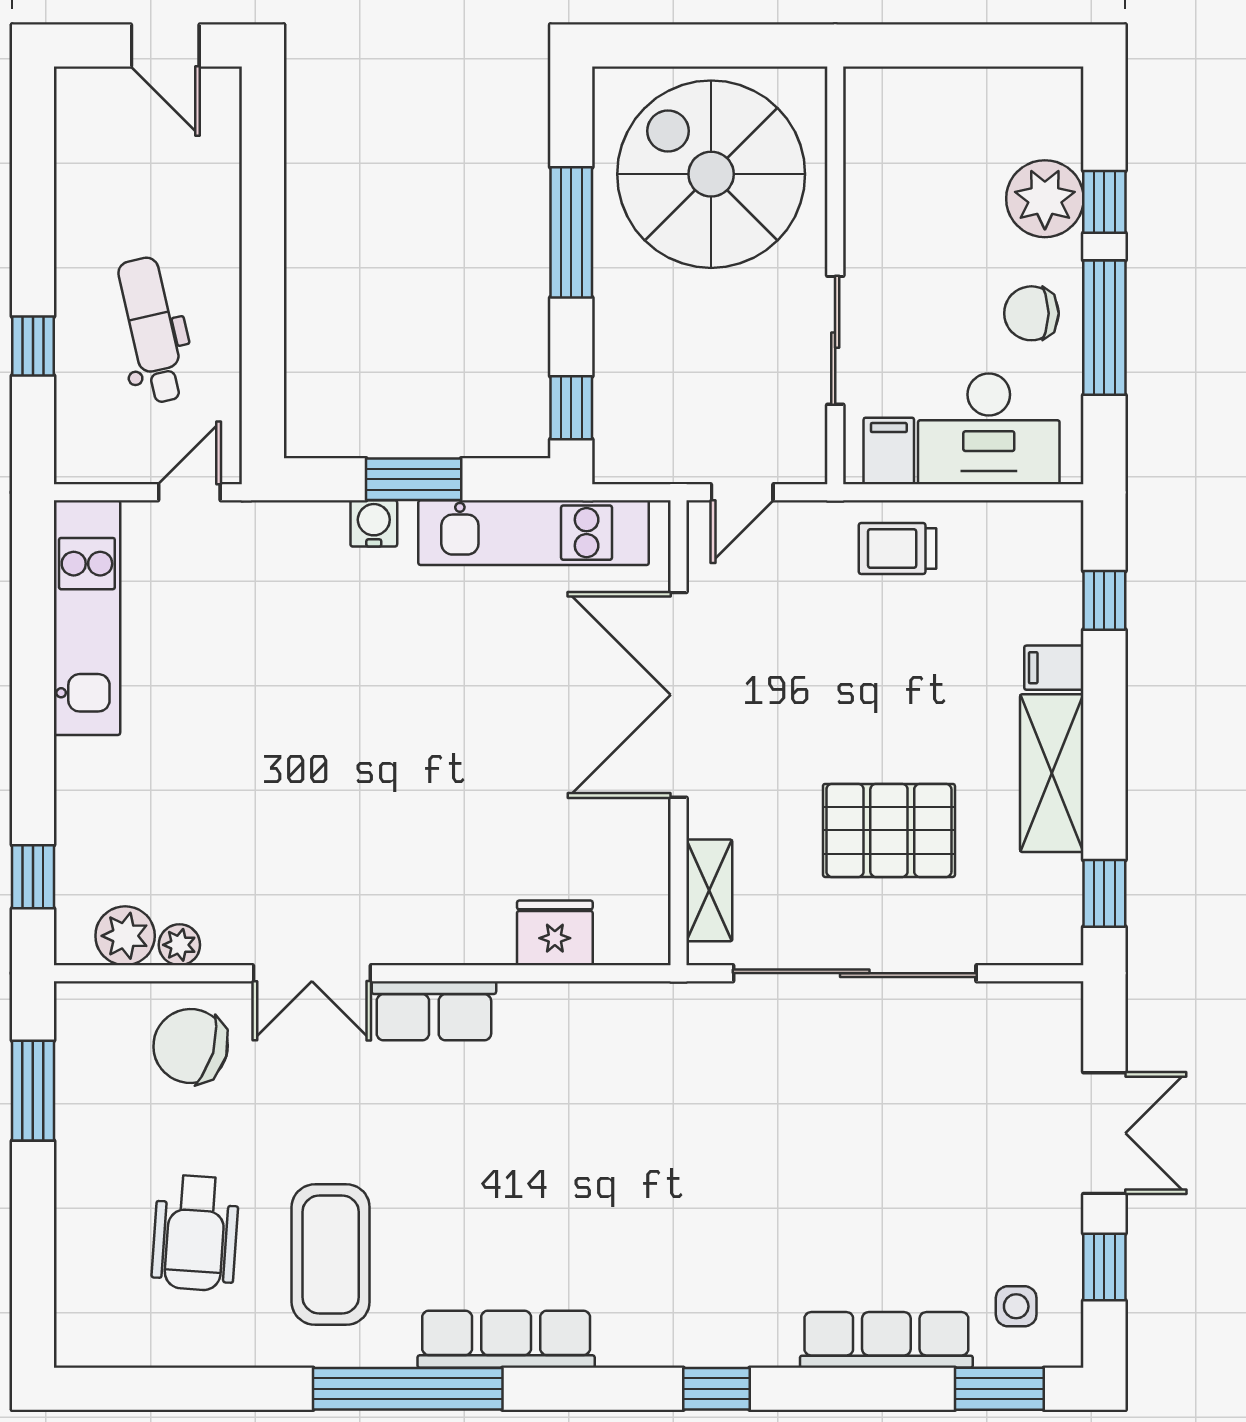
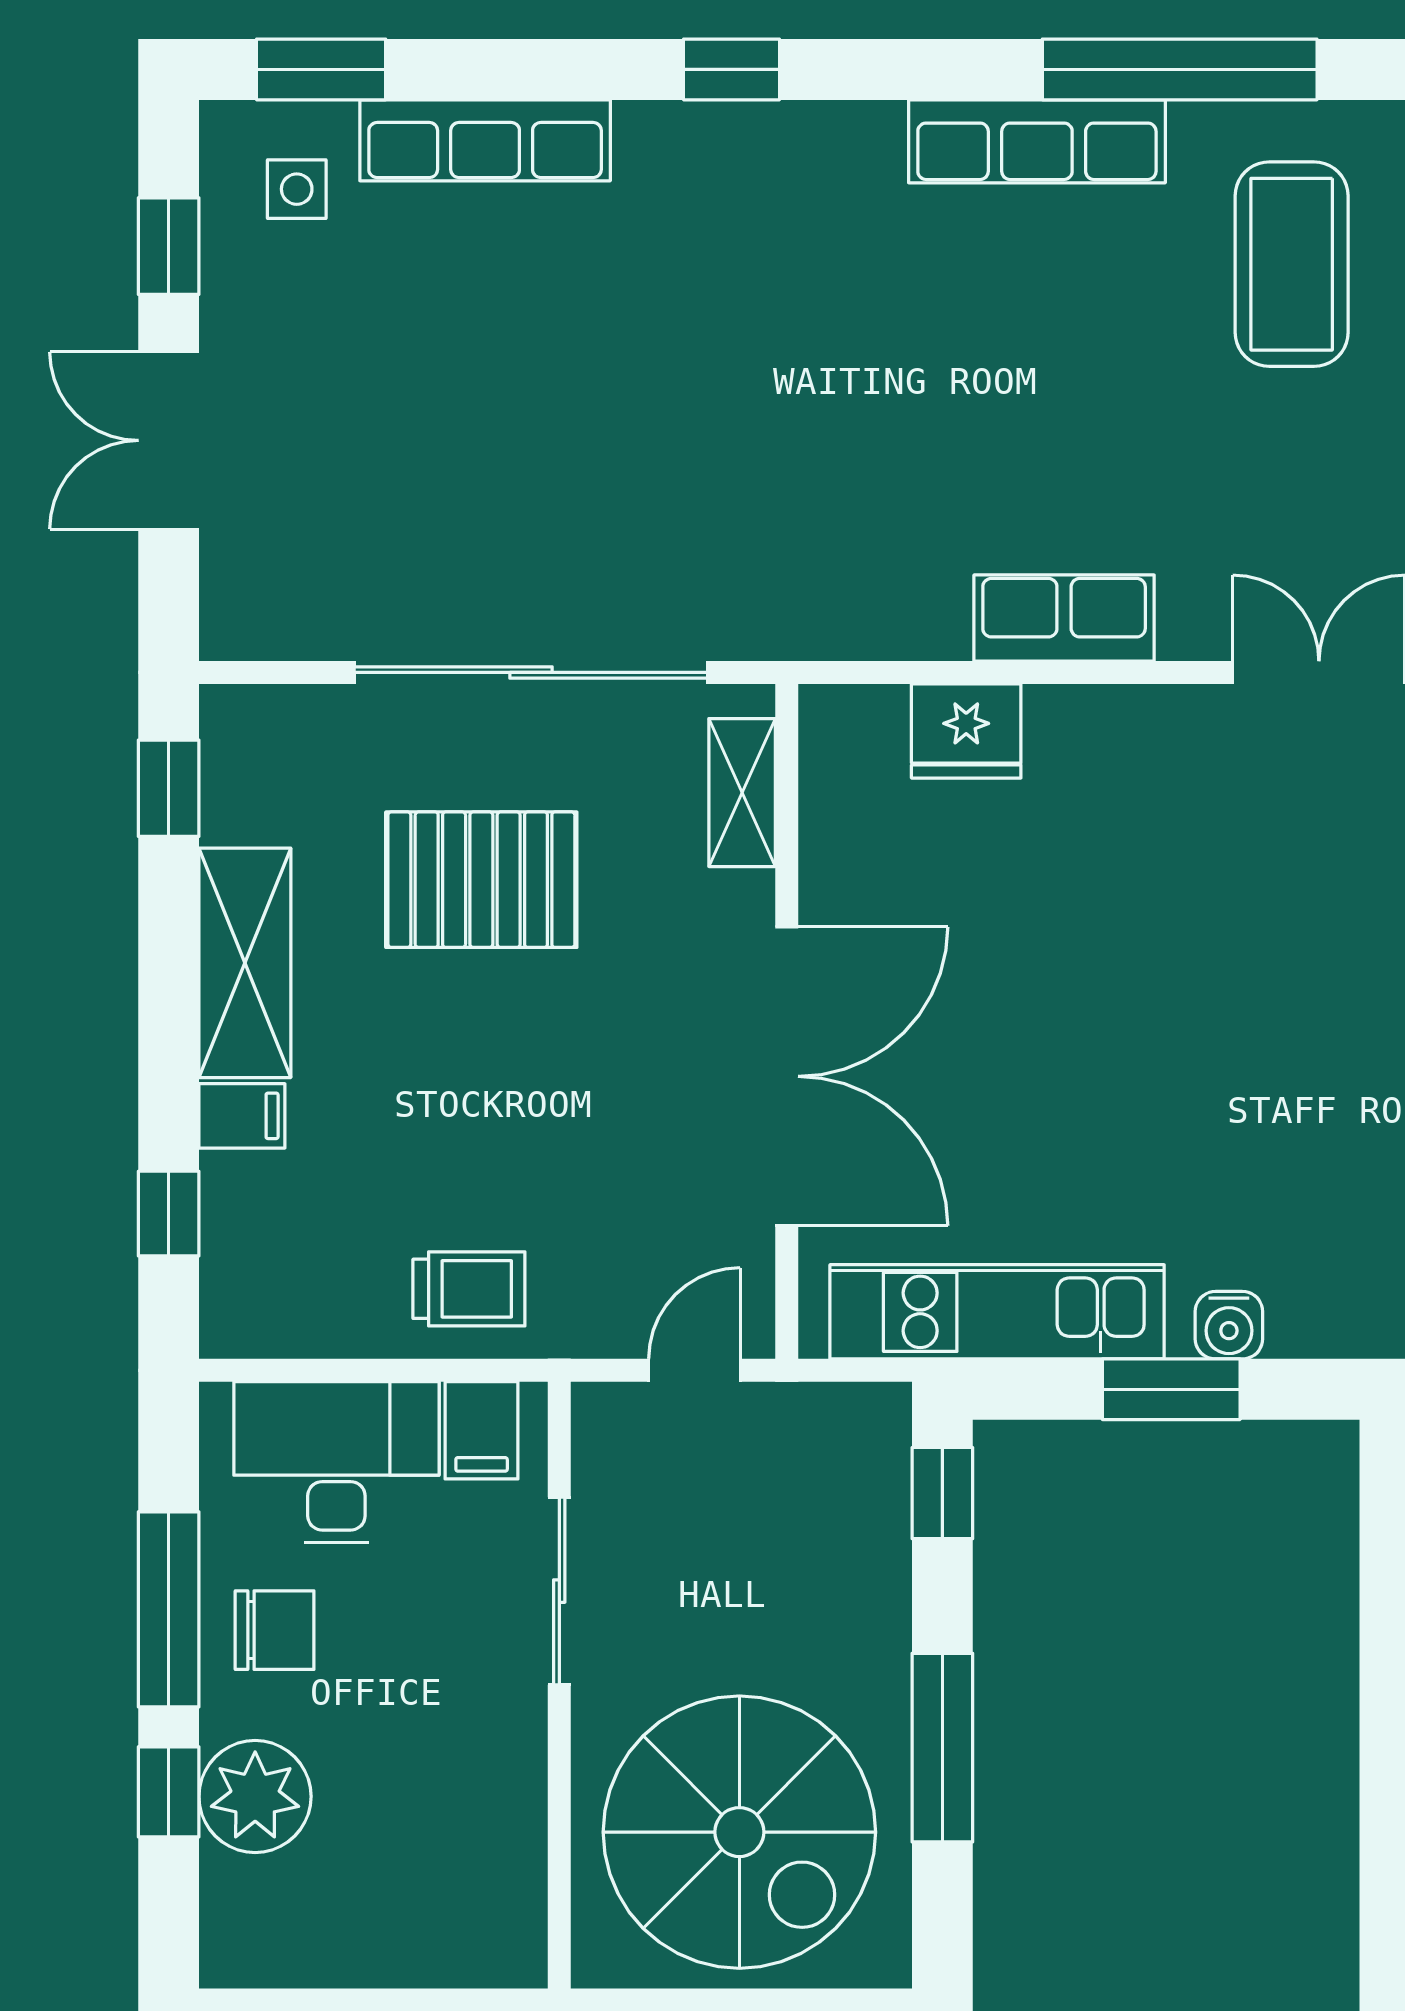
row of seats: (434, 1011) -> (1064, 618), moved

